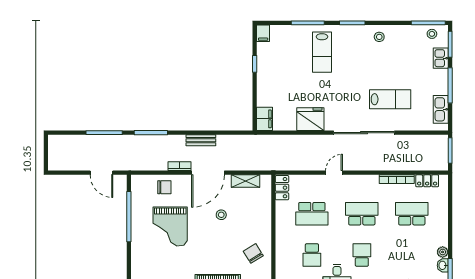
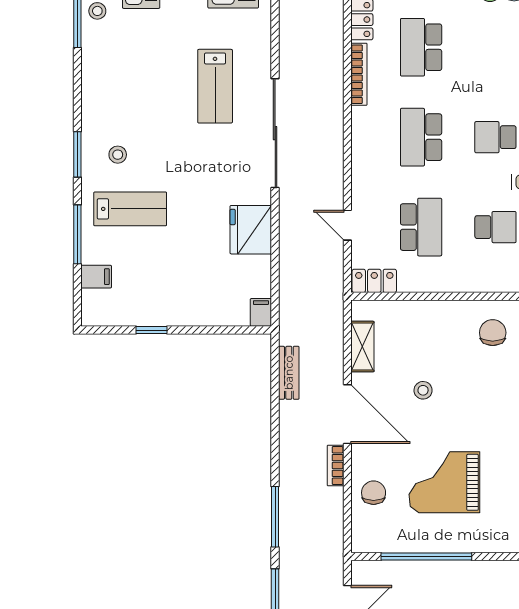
filing cabinet: (263, 33) -> (96, 277), moved
stool: (379, 37) -> (118, 155), moved
lab bench: (390, 99) -> (215, 86), turned 180
filing cabinet: (264, 119) -> (261, 312), width x0.50
bench: (201, 140) -> (289, 373), moved
door: (334, 173) -> (347, 225), moved
grand piano: (170, 227) -> (444, 482), turned 180
chair: (253, 253) -> (493, 333), turned 122

